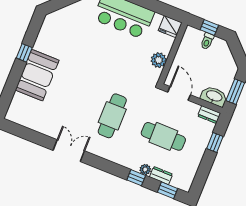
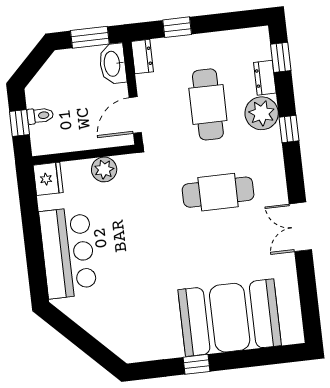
booth: (37, 75) -> (230, 318), width x1.36, depth x1.42
plant: (145, 170) -> (262, 113), width x1.87, depth x1.87
window: (136, 178) -> (289, 129), moved

